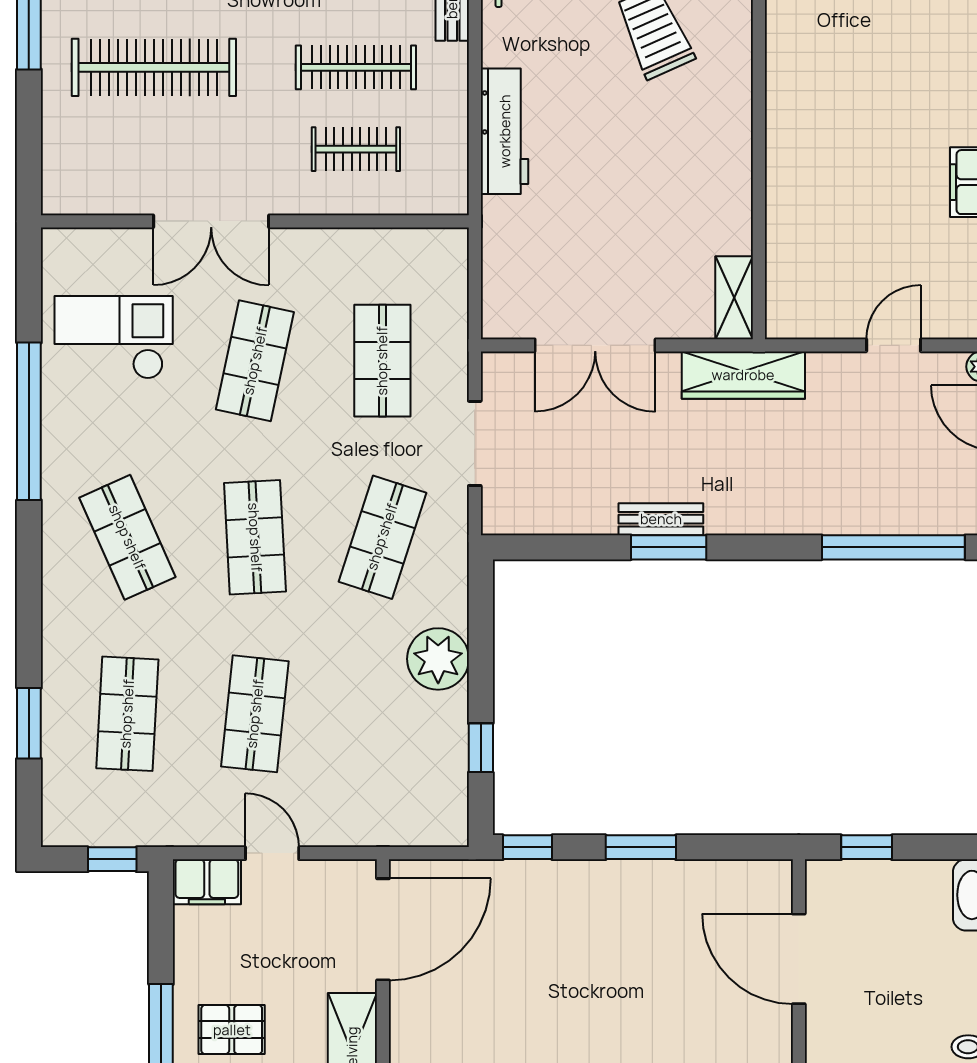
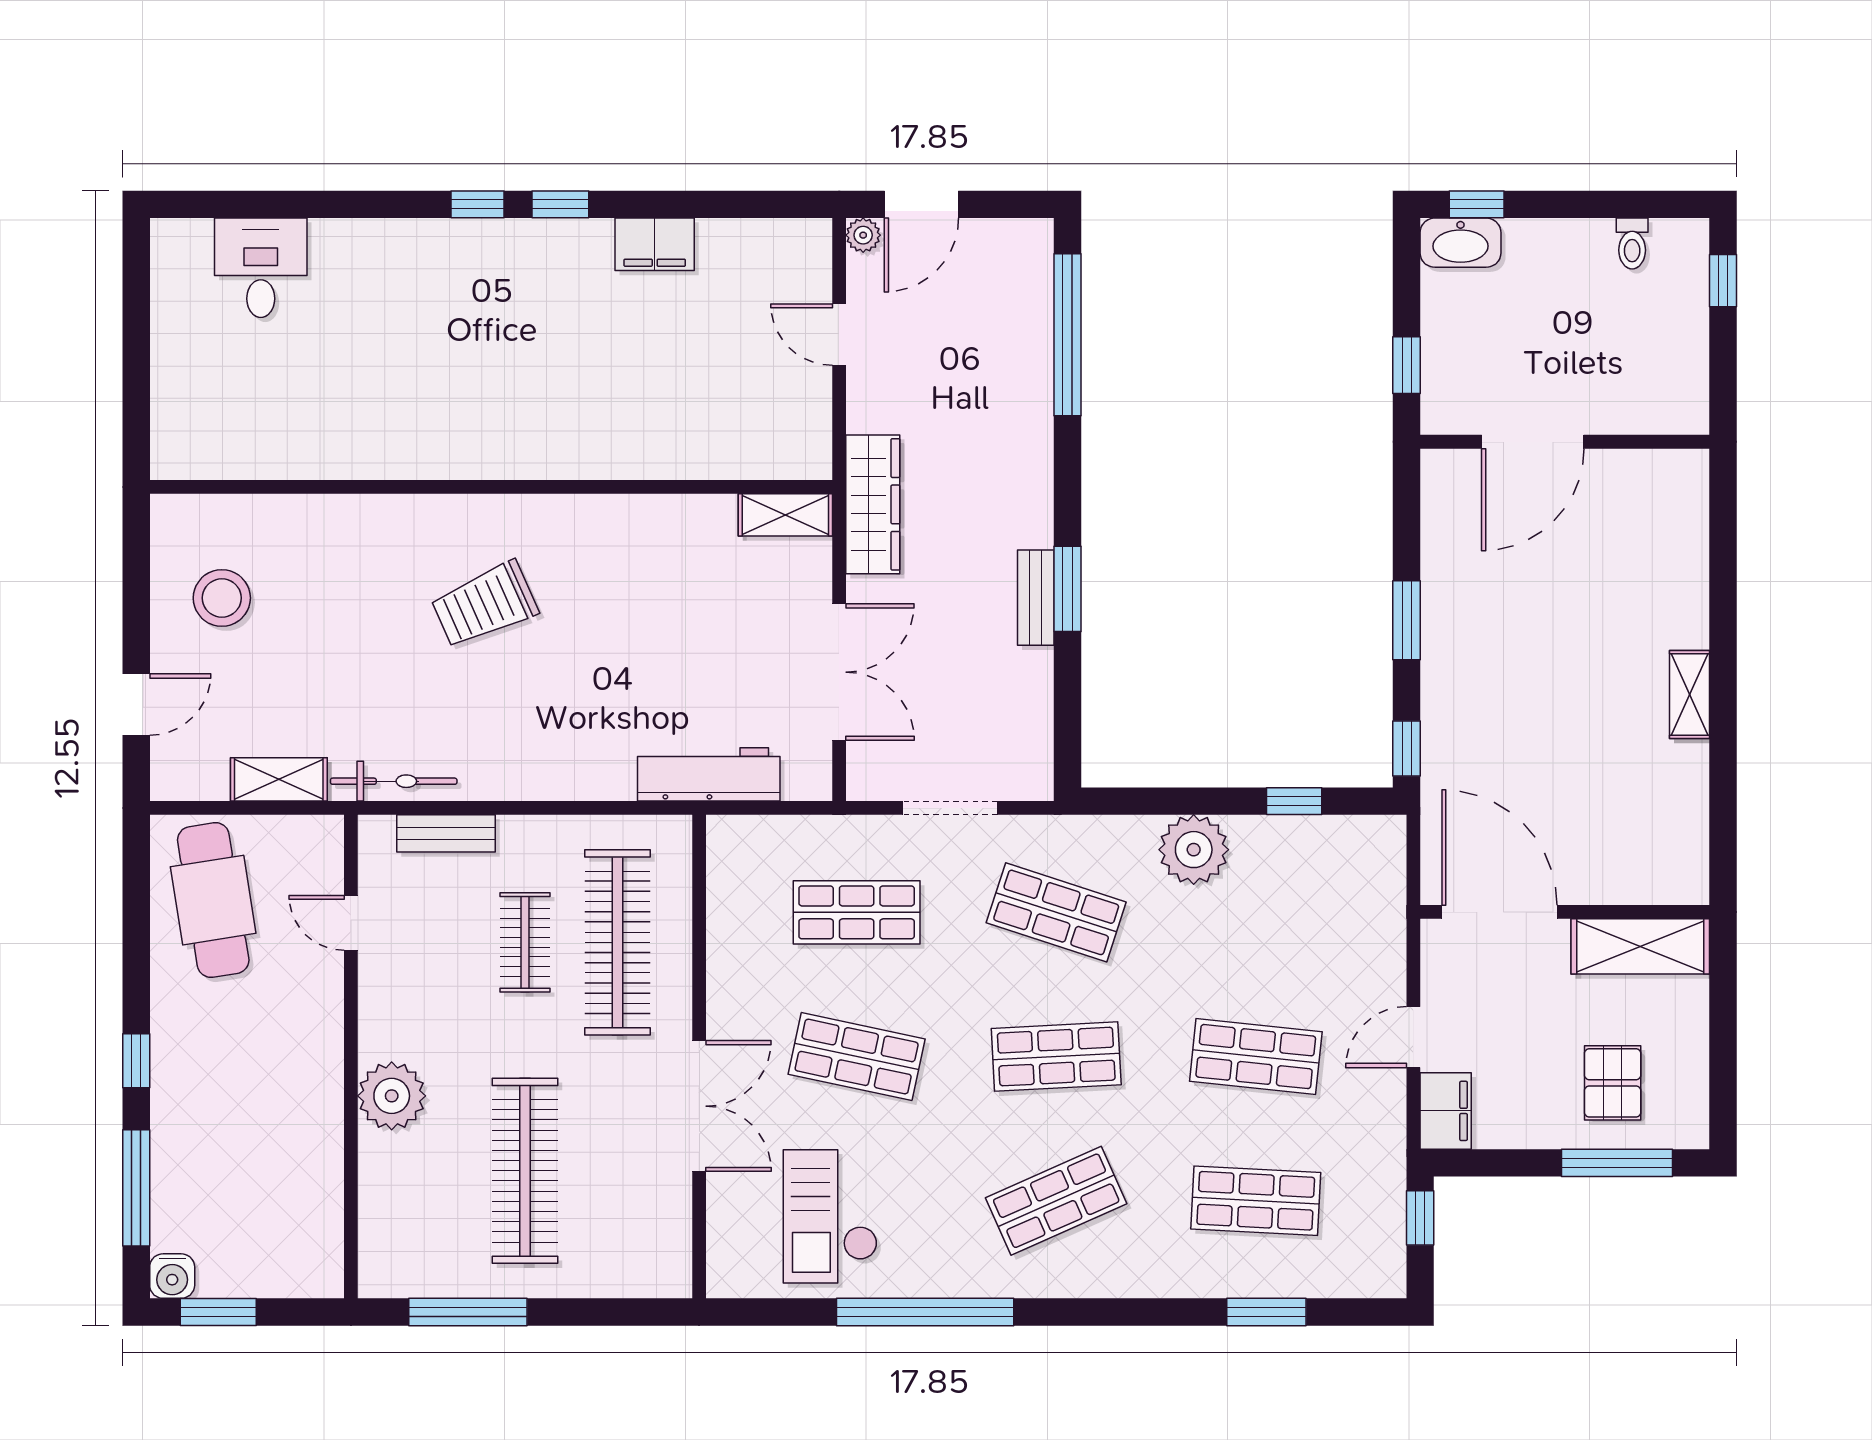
clothes rail: (356, 67) -> (525, 942), width x0.73
workbench: (505, 131) -> (709, 774), moved
clothes rail: (356, 149) -> (617, 942), width x1.86, depth x1.31

